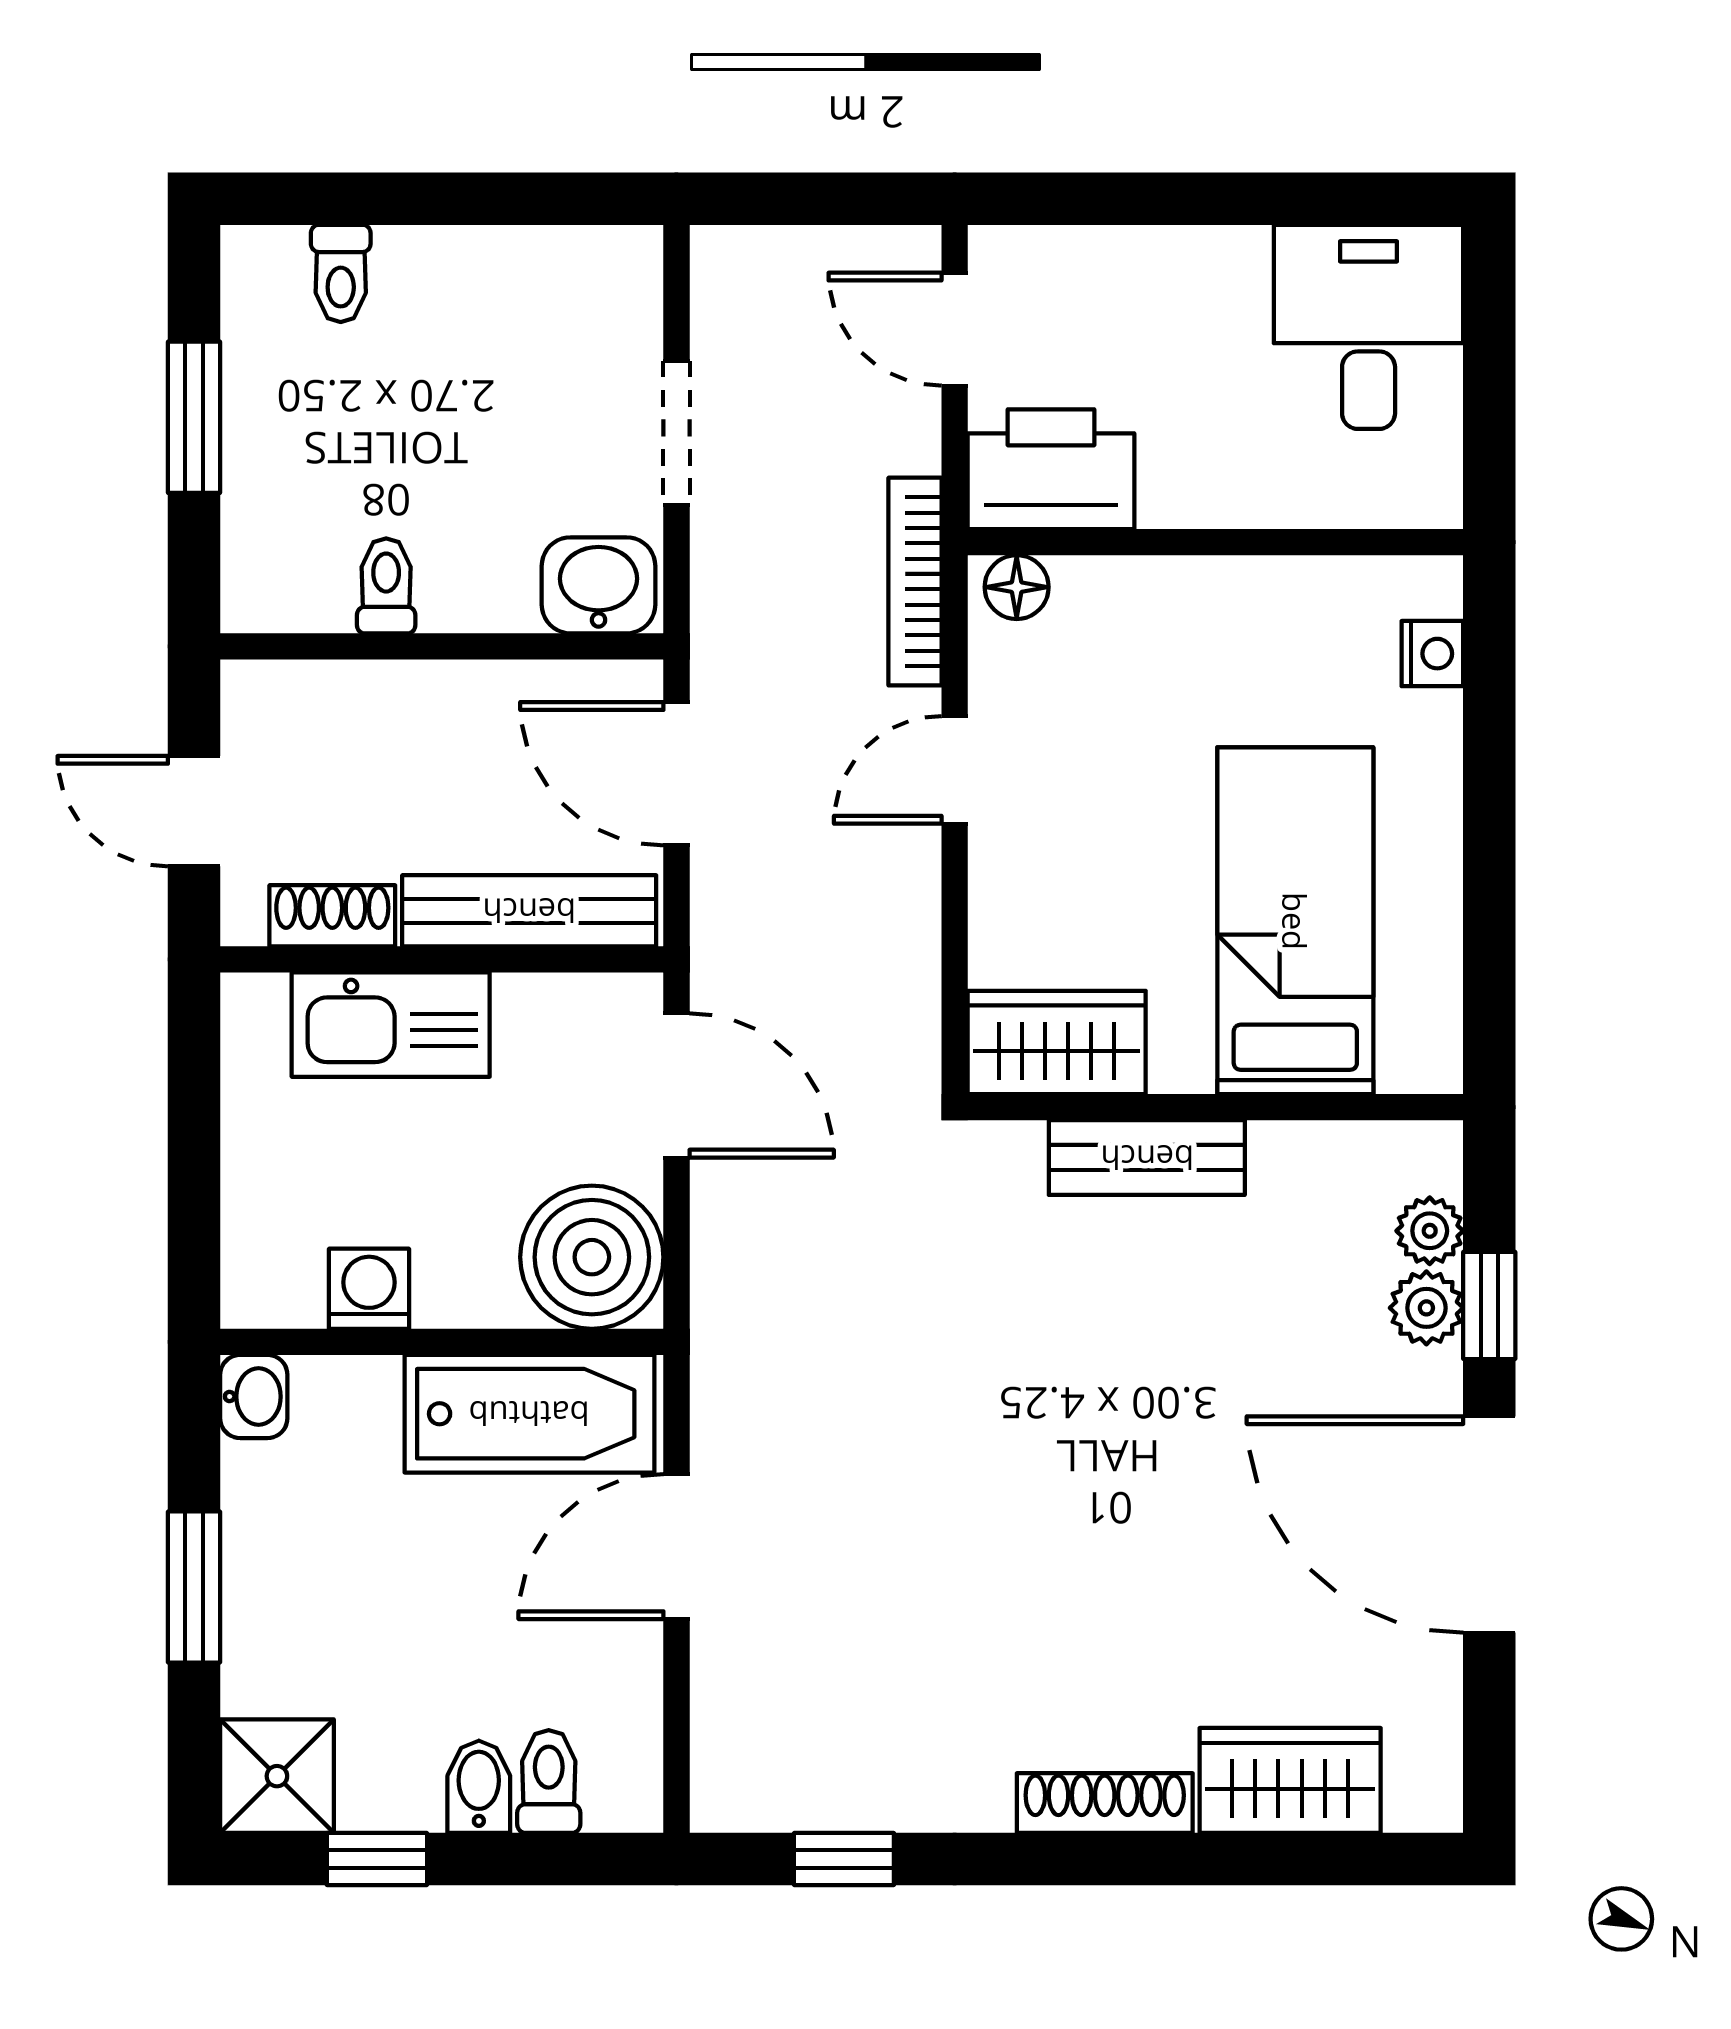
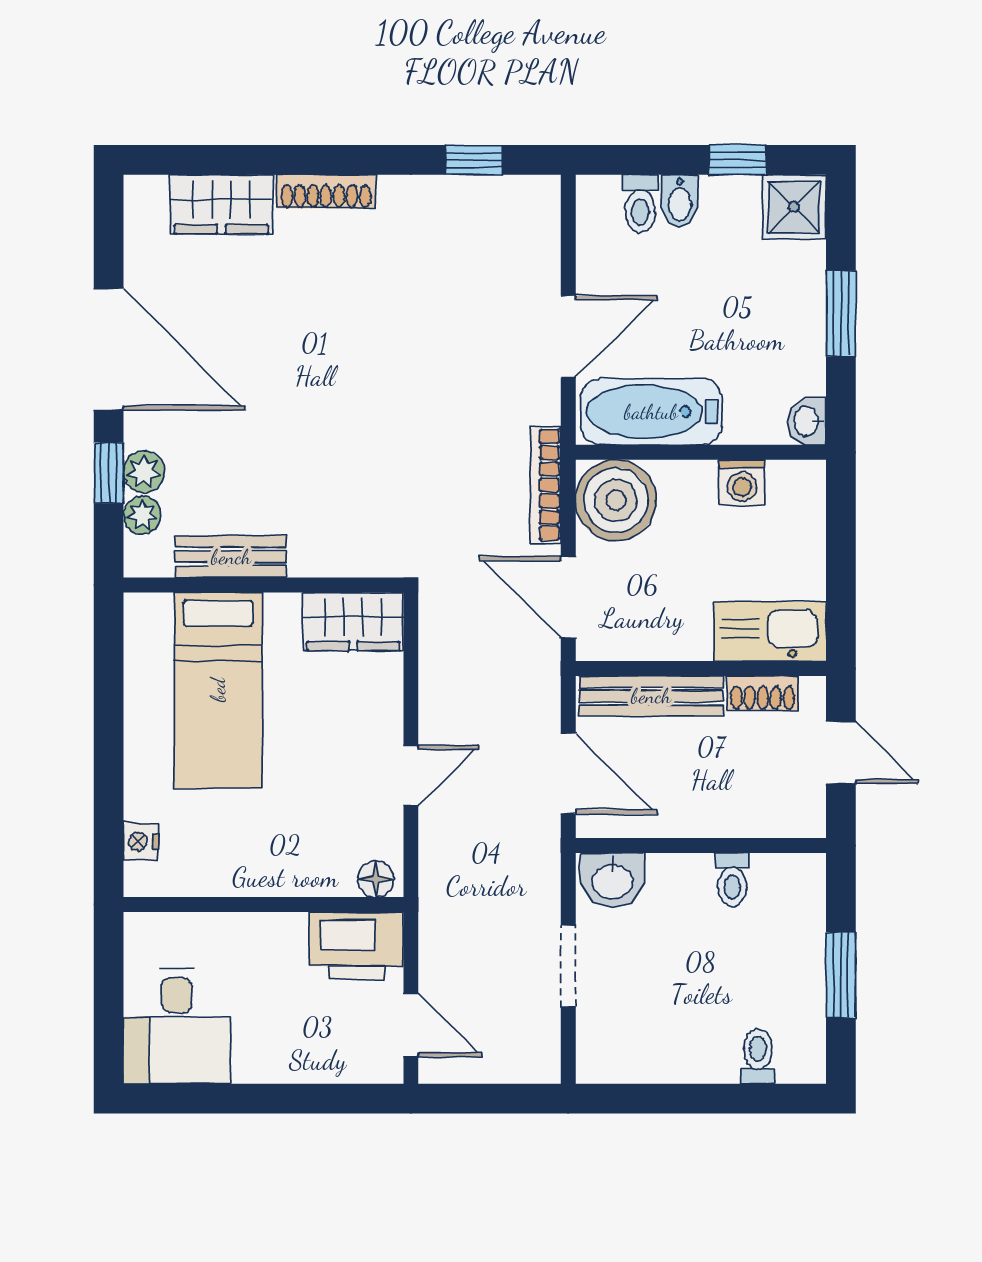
bookcase: (915, 582) -> (546, 485), moved, turned 180
kitchen sink: (391, 1025) -> (770, 632), moved
bench: (1147, 1158) -> (231, 557), moved

